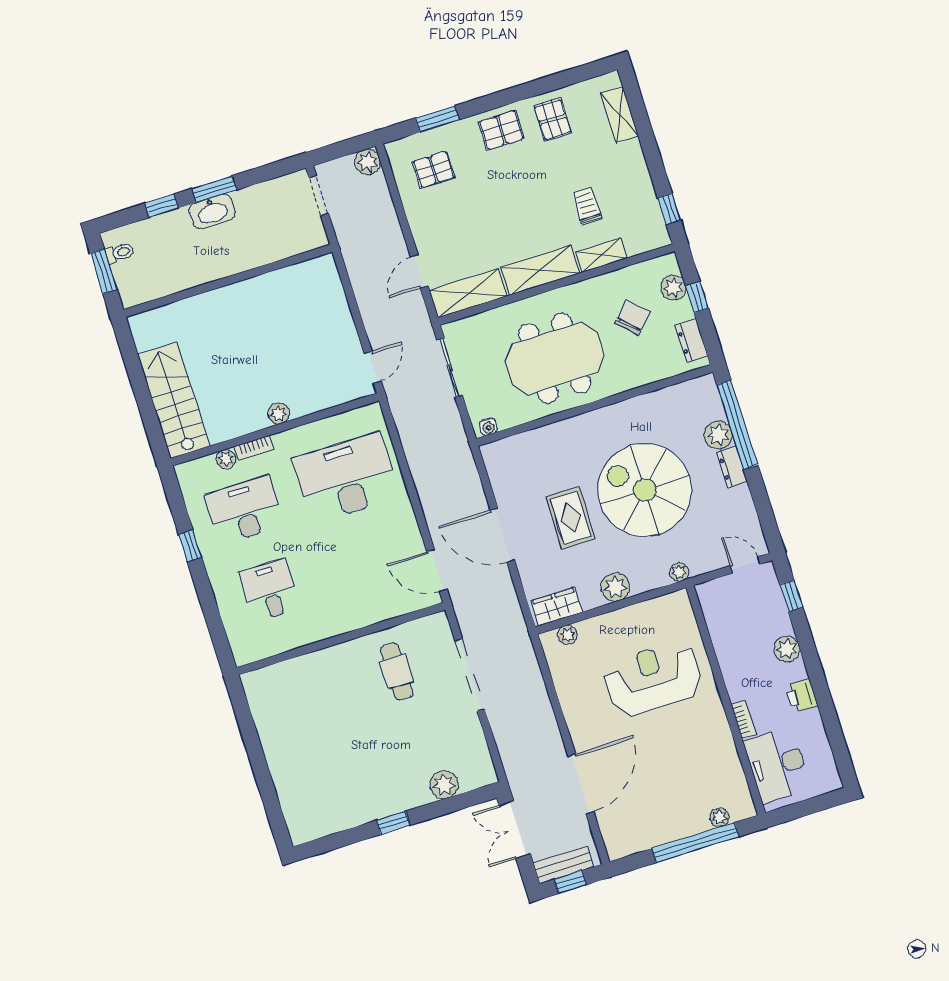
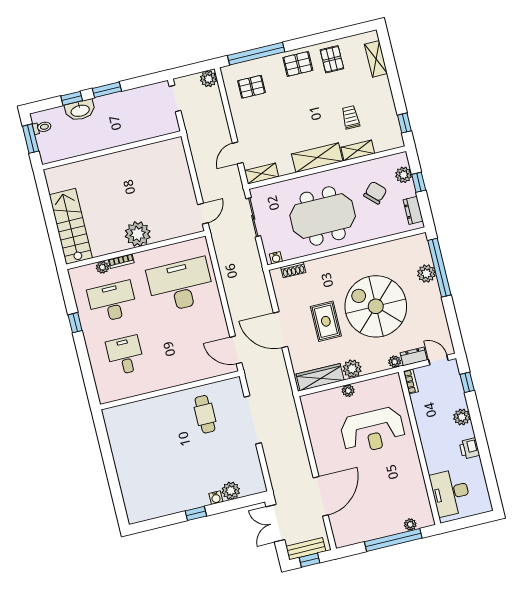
window: (437, 119) -> (256, 54), width x2.11
washbasin: (212, 212) -> (80, 110), moved
shelving: (468, 293) -> (262, 174), width x0.67, depth x0.75
plant: (279, 413) -> (138, 234), width x1.87, depth x1.87
shoe rack: (516, 443) -> (293, 270), added
dresser: (732, 467) -> (414, 356), moved, turned 90
wardrobe: (557, 607) -> (320, 377), width x1.50
plant: (567, 635) -> (348, 391), moved
reception desk: (653, 679) -> (373, 431), turned 180
bookcase: (743, 719) -> (411, 381), moved
water cooler: (422, 797) -> (216, 498), added

